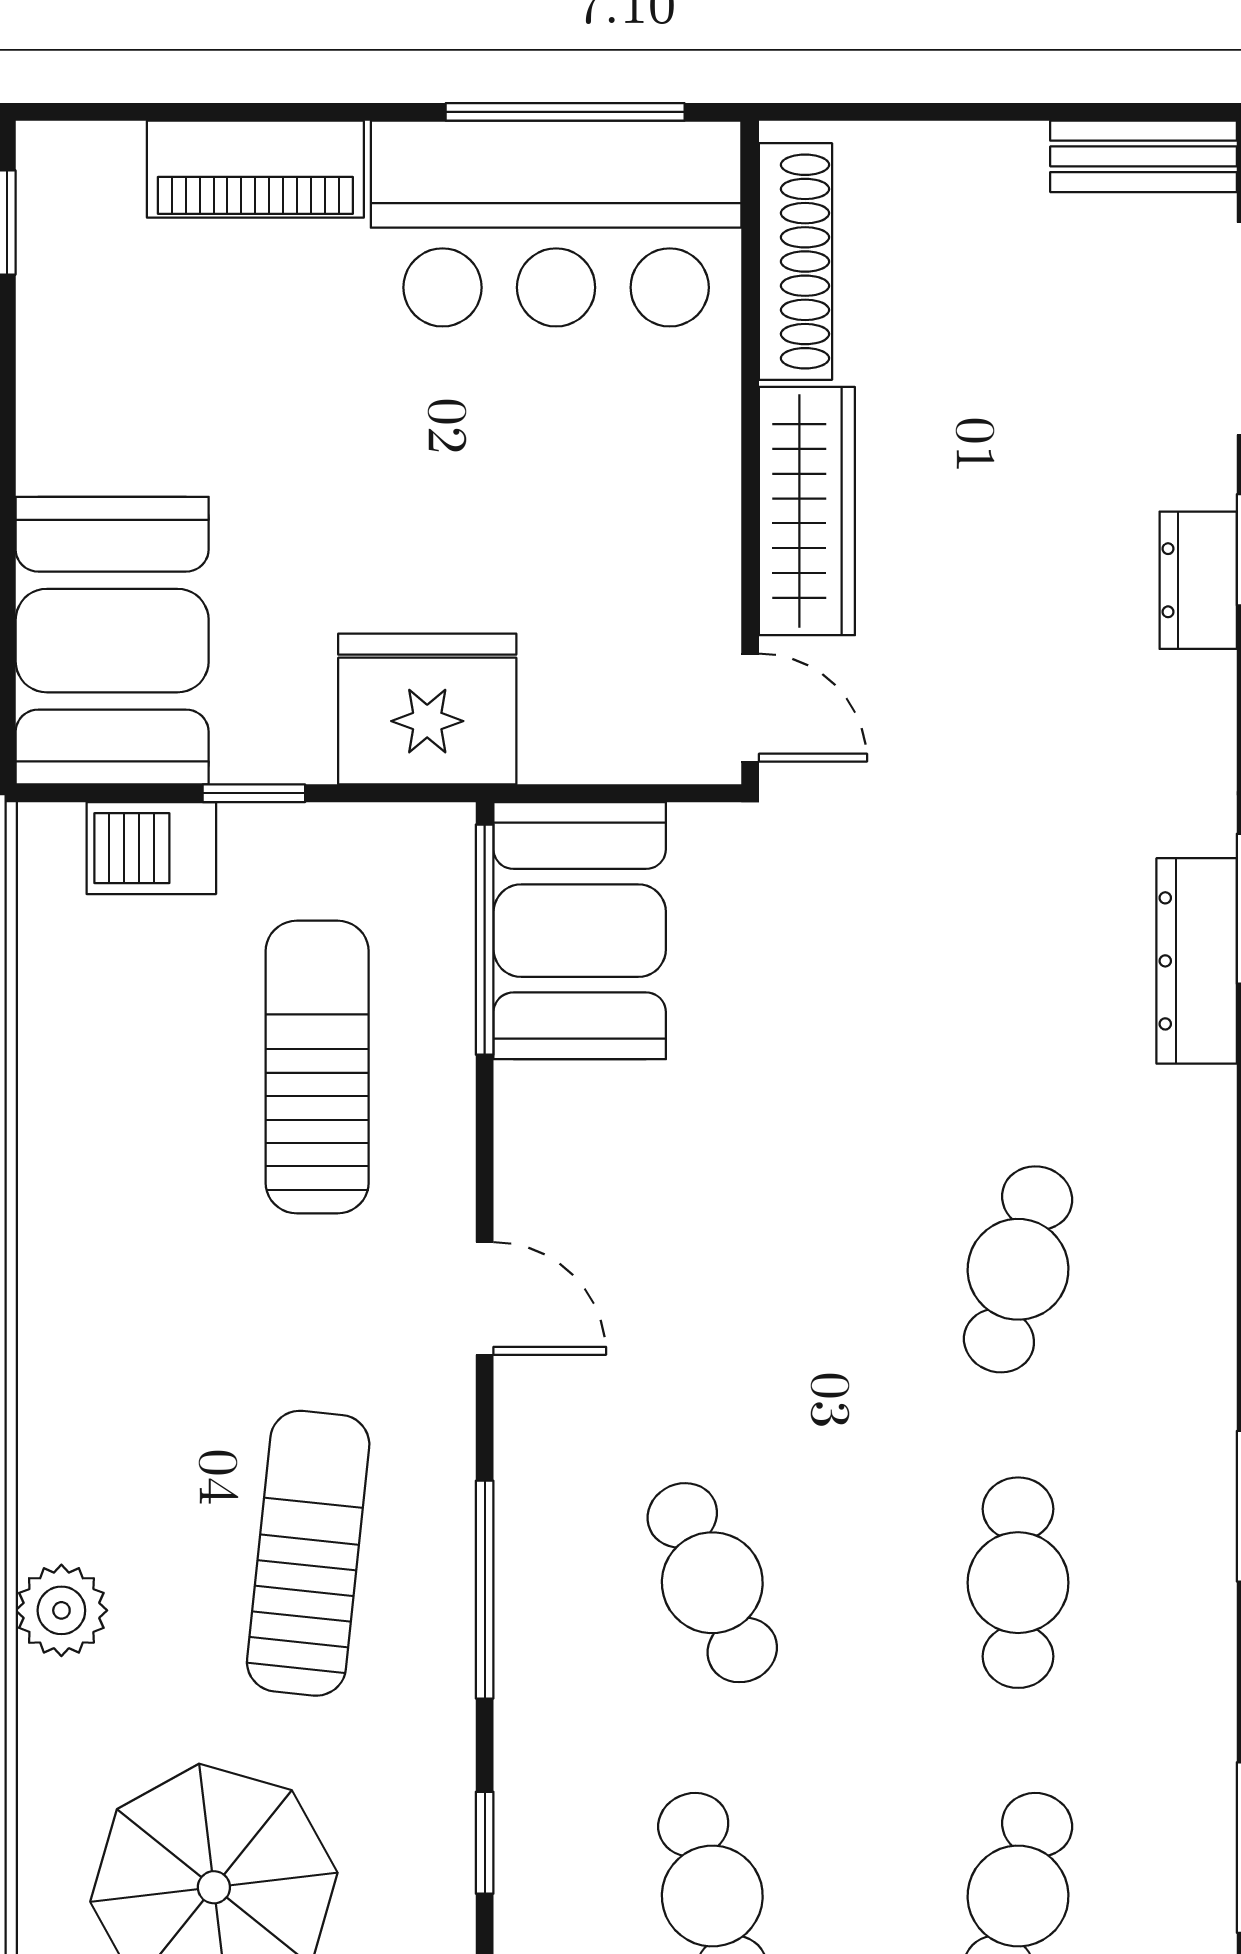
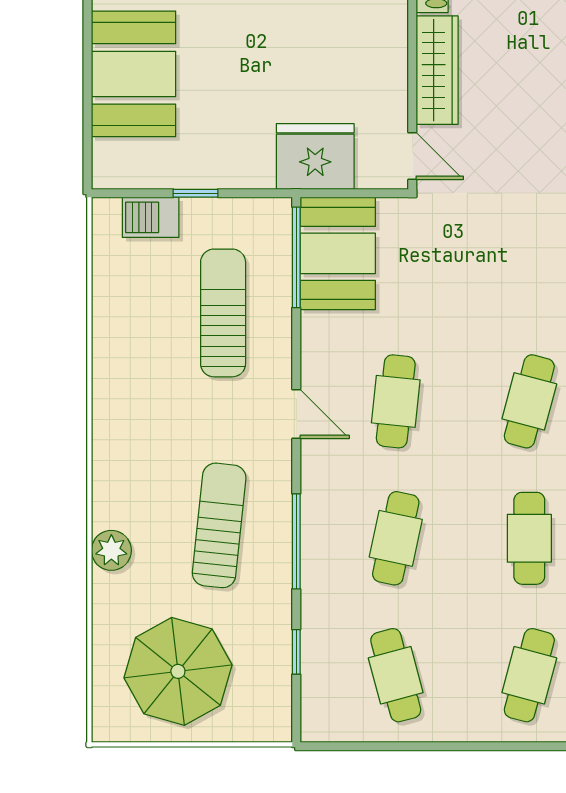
booth: (112, 641) -> (133, 74), moved
fridge: (427, 709) -> (315, 157), moved
cafe table: (712, 1269) -> (396, 401), added
cafe table: (712, 1583) -> (396, 538), turned 36

